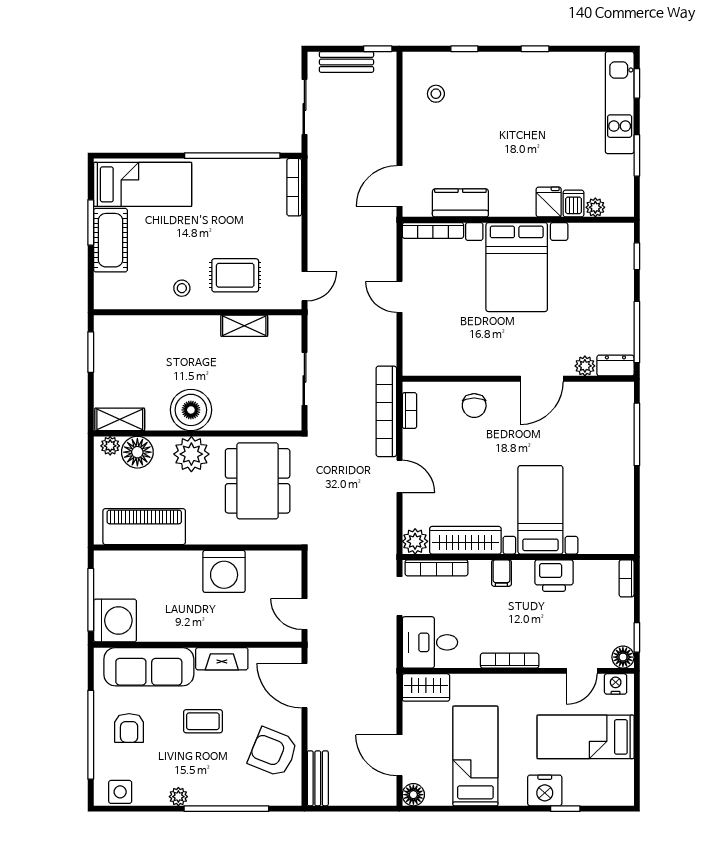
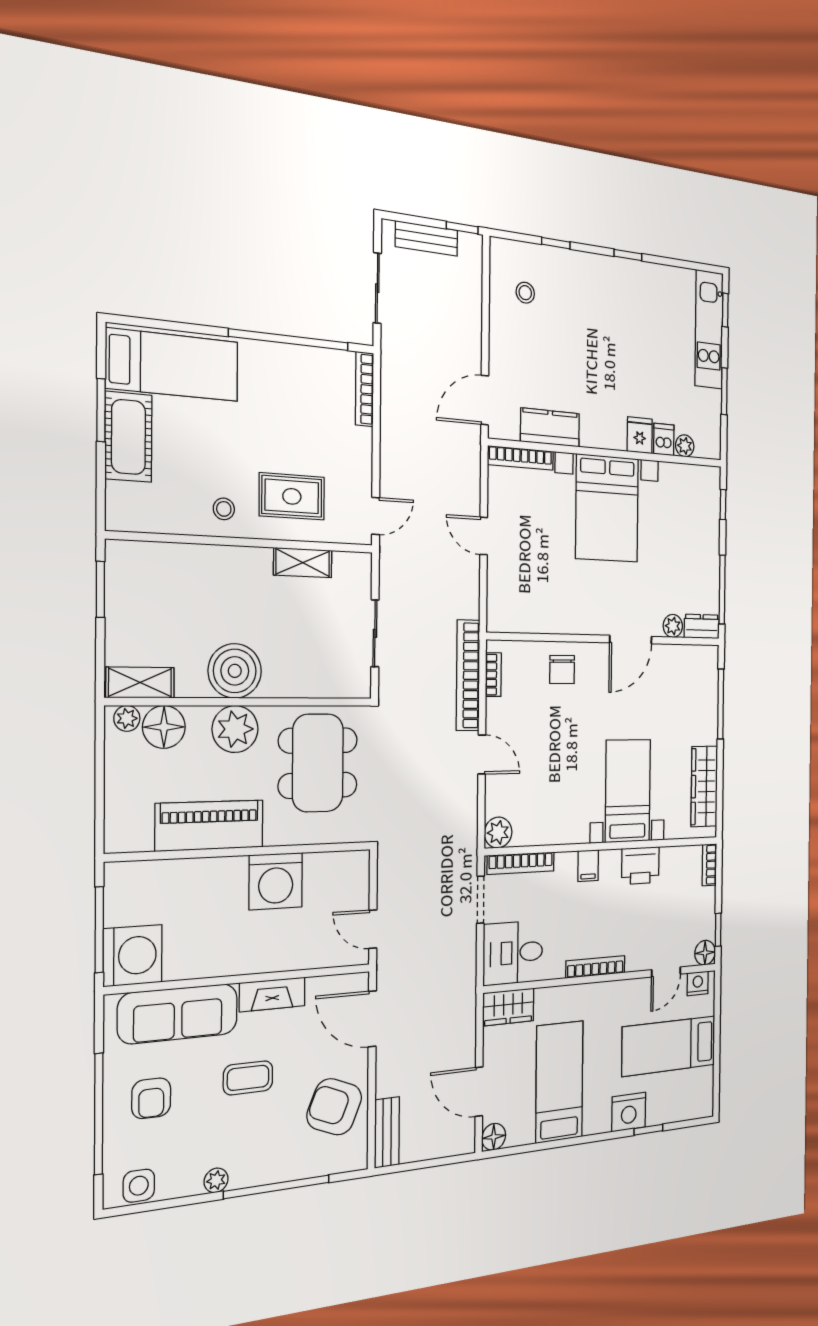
piano: (144, 527) -> (210, 826), moved
wardrobe: (465, 540) -> (704, 786), moved, turned -90

